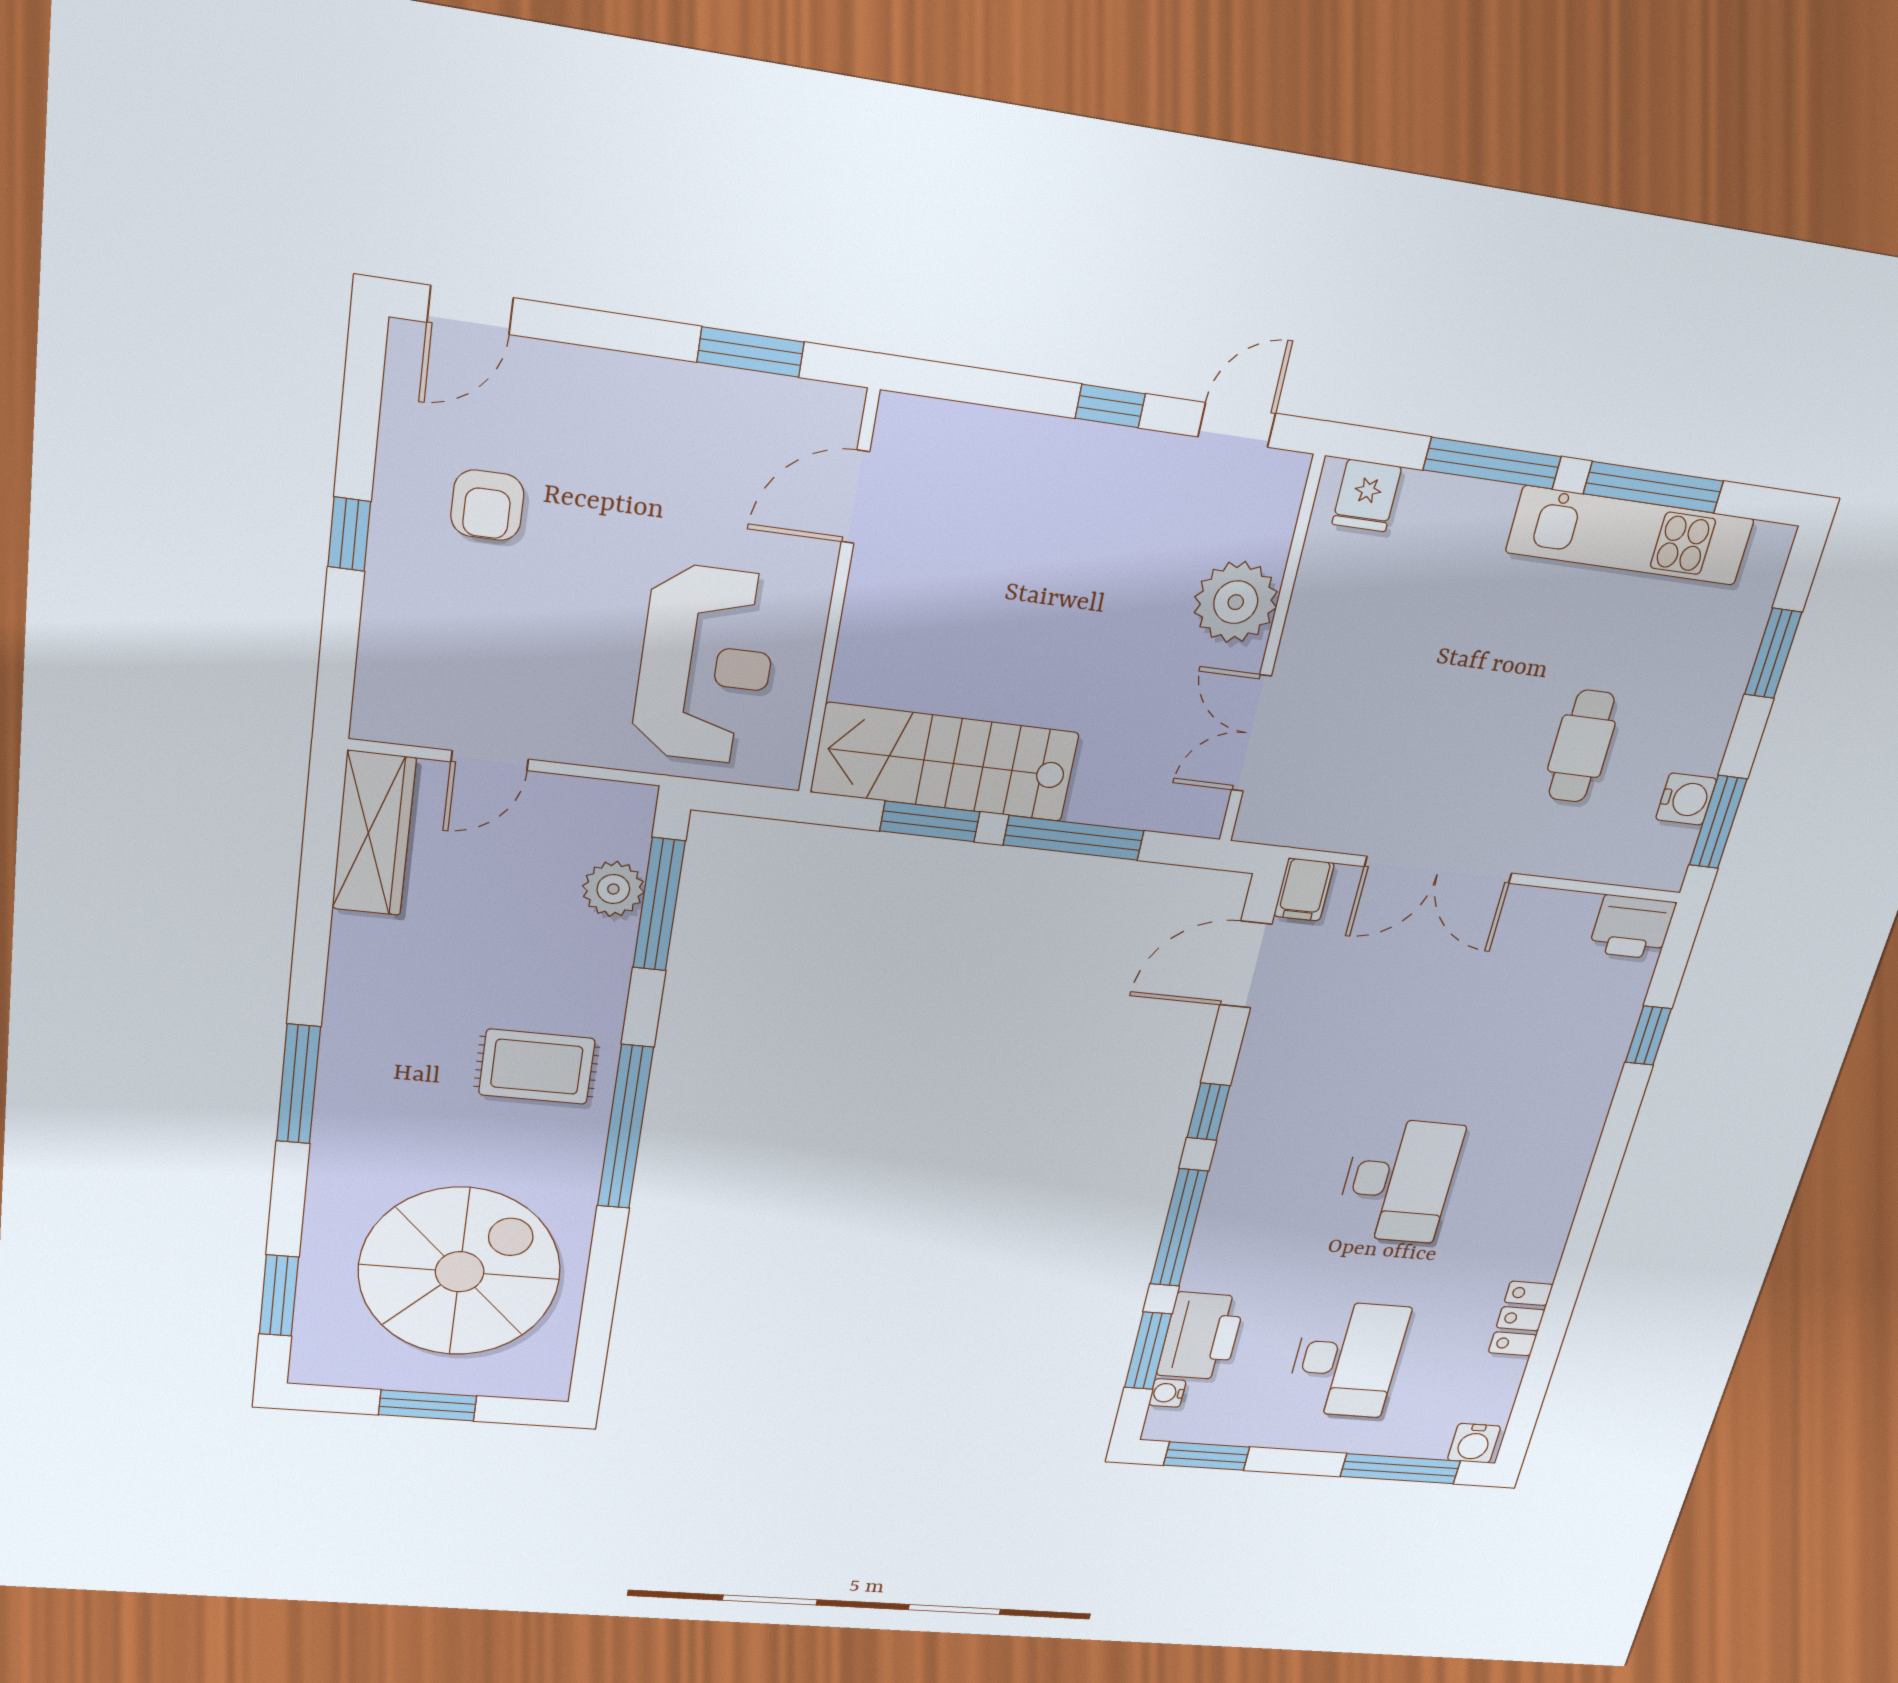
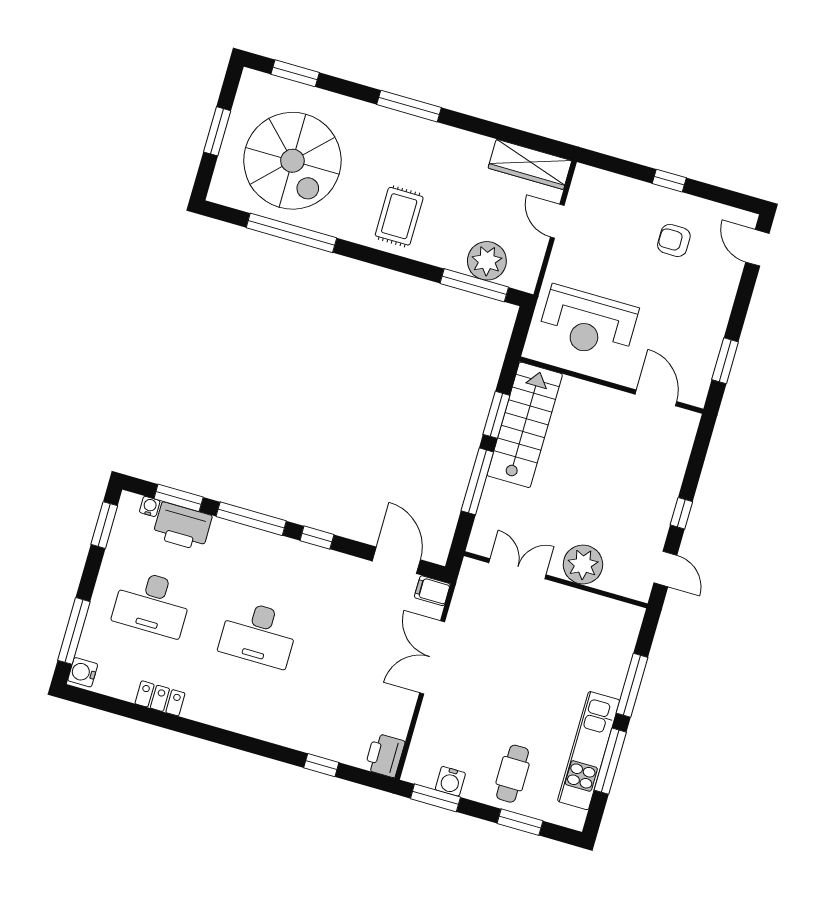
fridge: (1367, 496) -> (625, 627), removed
cafe table: (1581, 746) -> (513, 774), moved, turned 90
plant: (613, 889) -> (487, 261), width x1.36, depth x1.36
window: (625, 1127) -> (291, 233), moved

